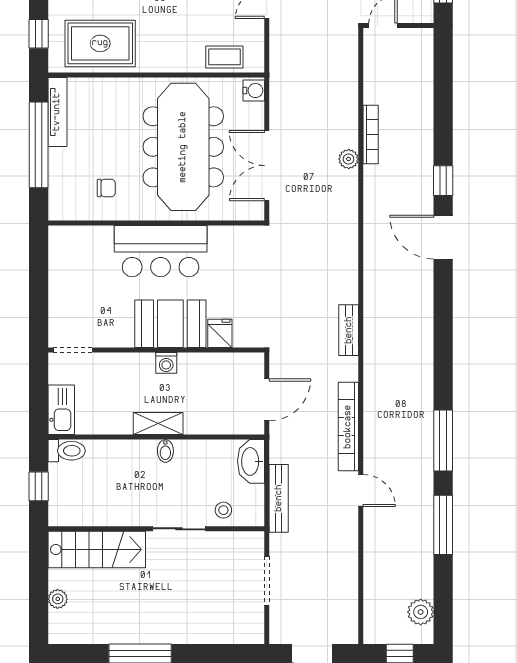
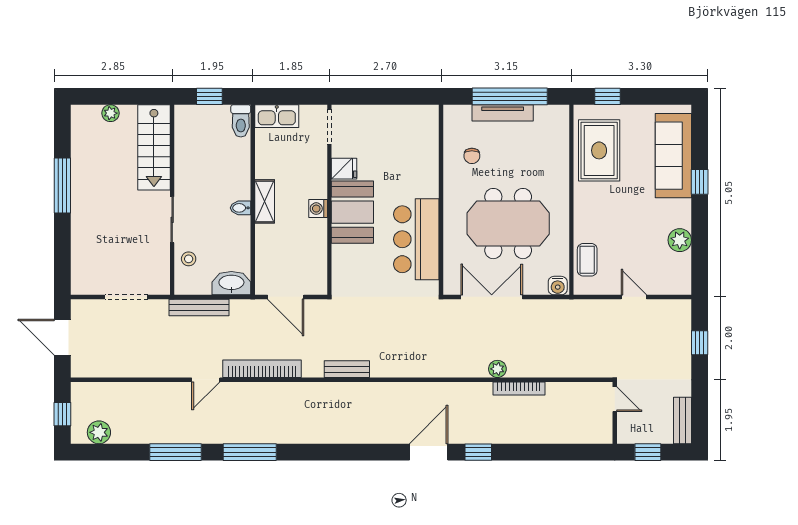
tv unit: (57, 112) -> (503, 113), moved
meeting table: (183, 147) -> (508, 224), width x0.73
bar counter: (161, 251) -> (416, 239), moved
fridge: (220, 333) -> (344, 169), moved

